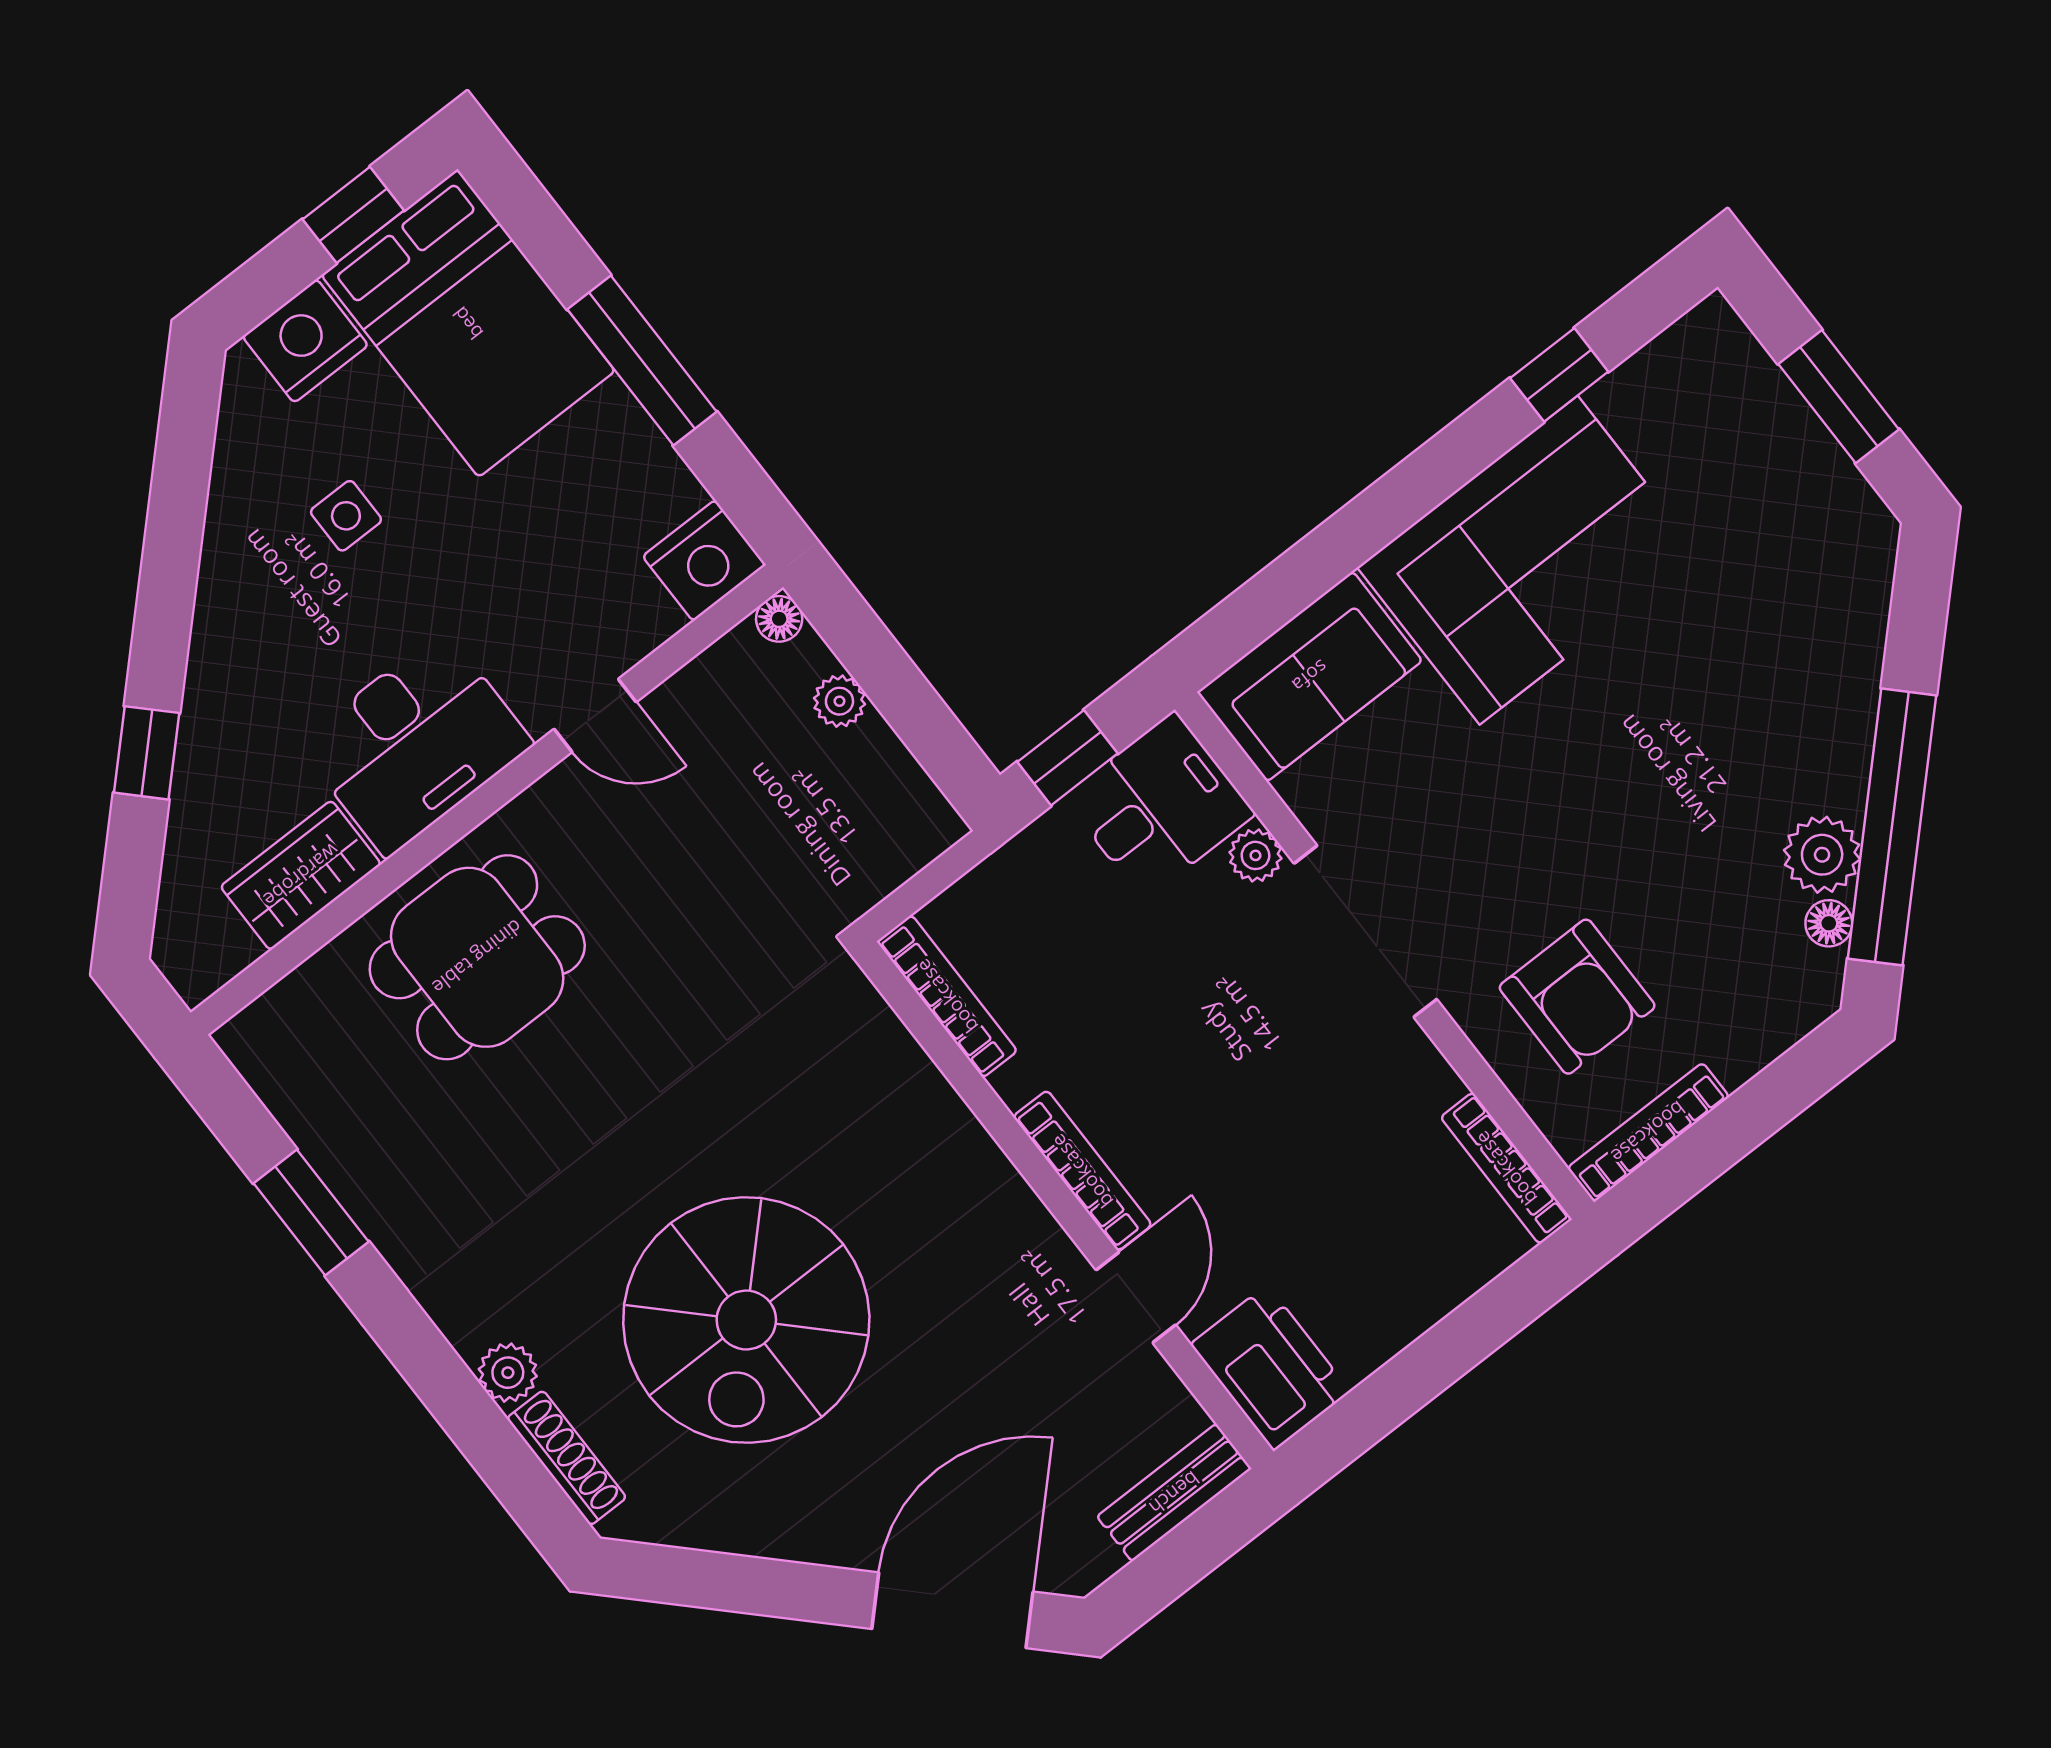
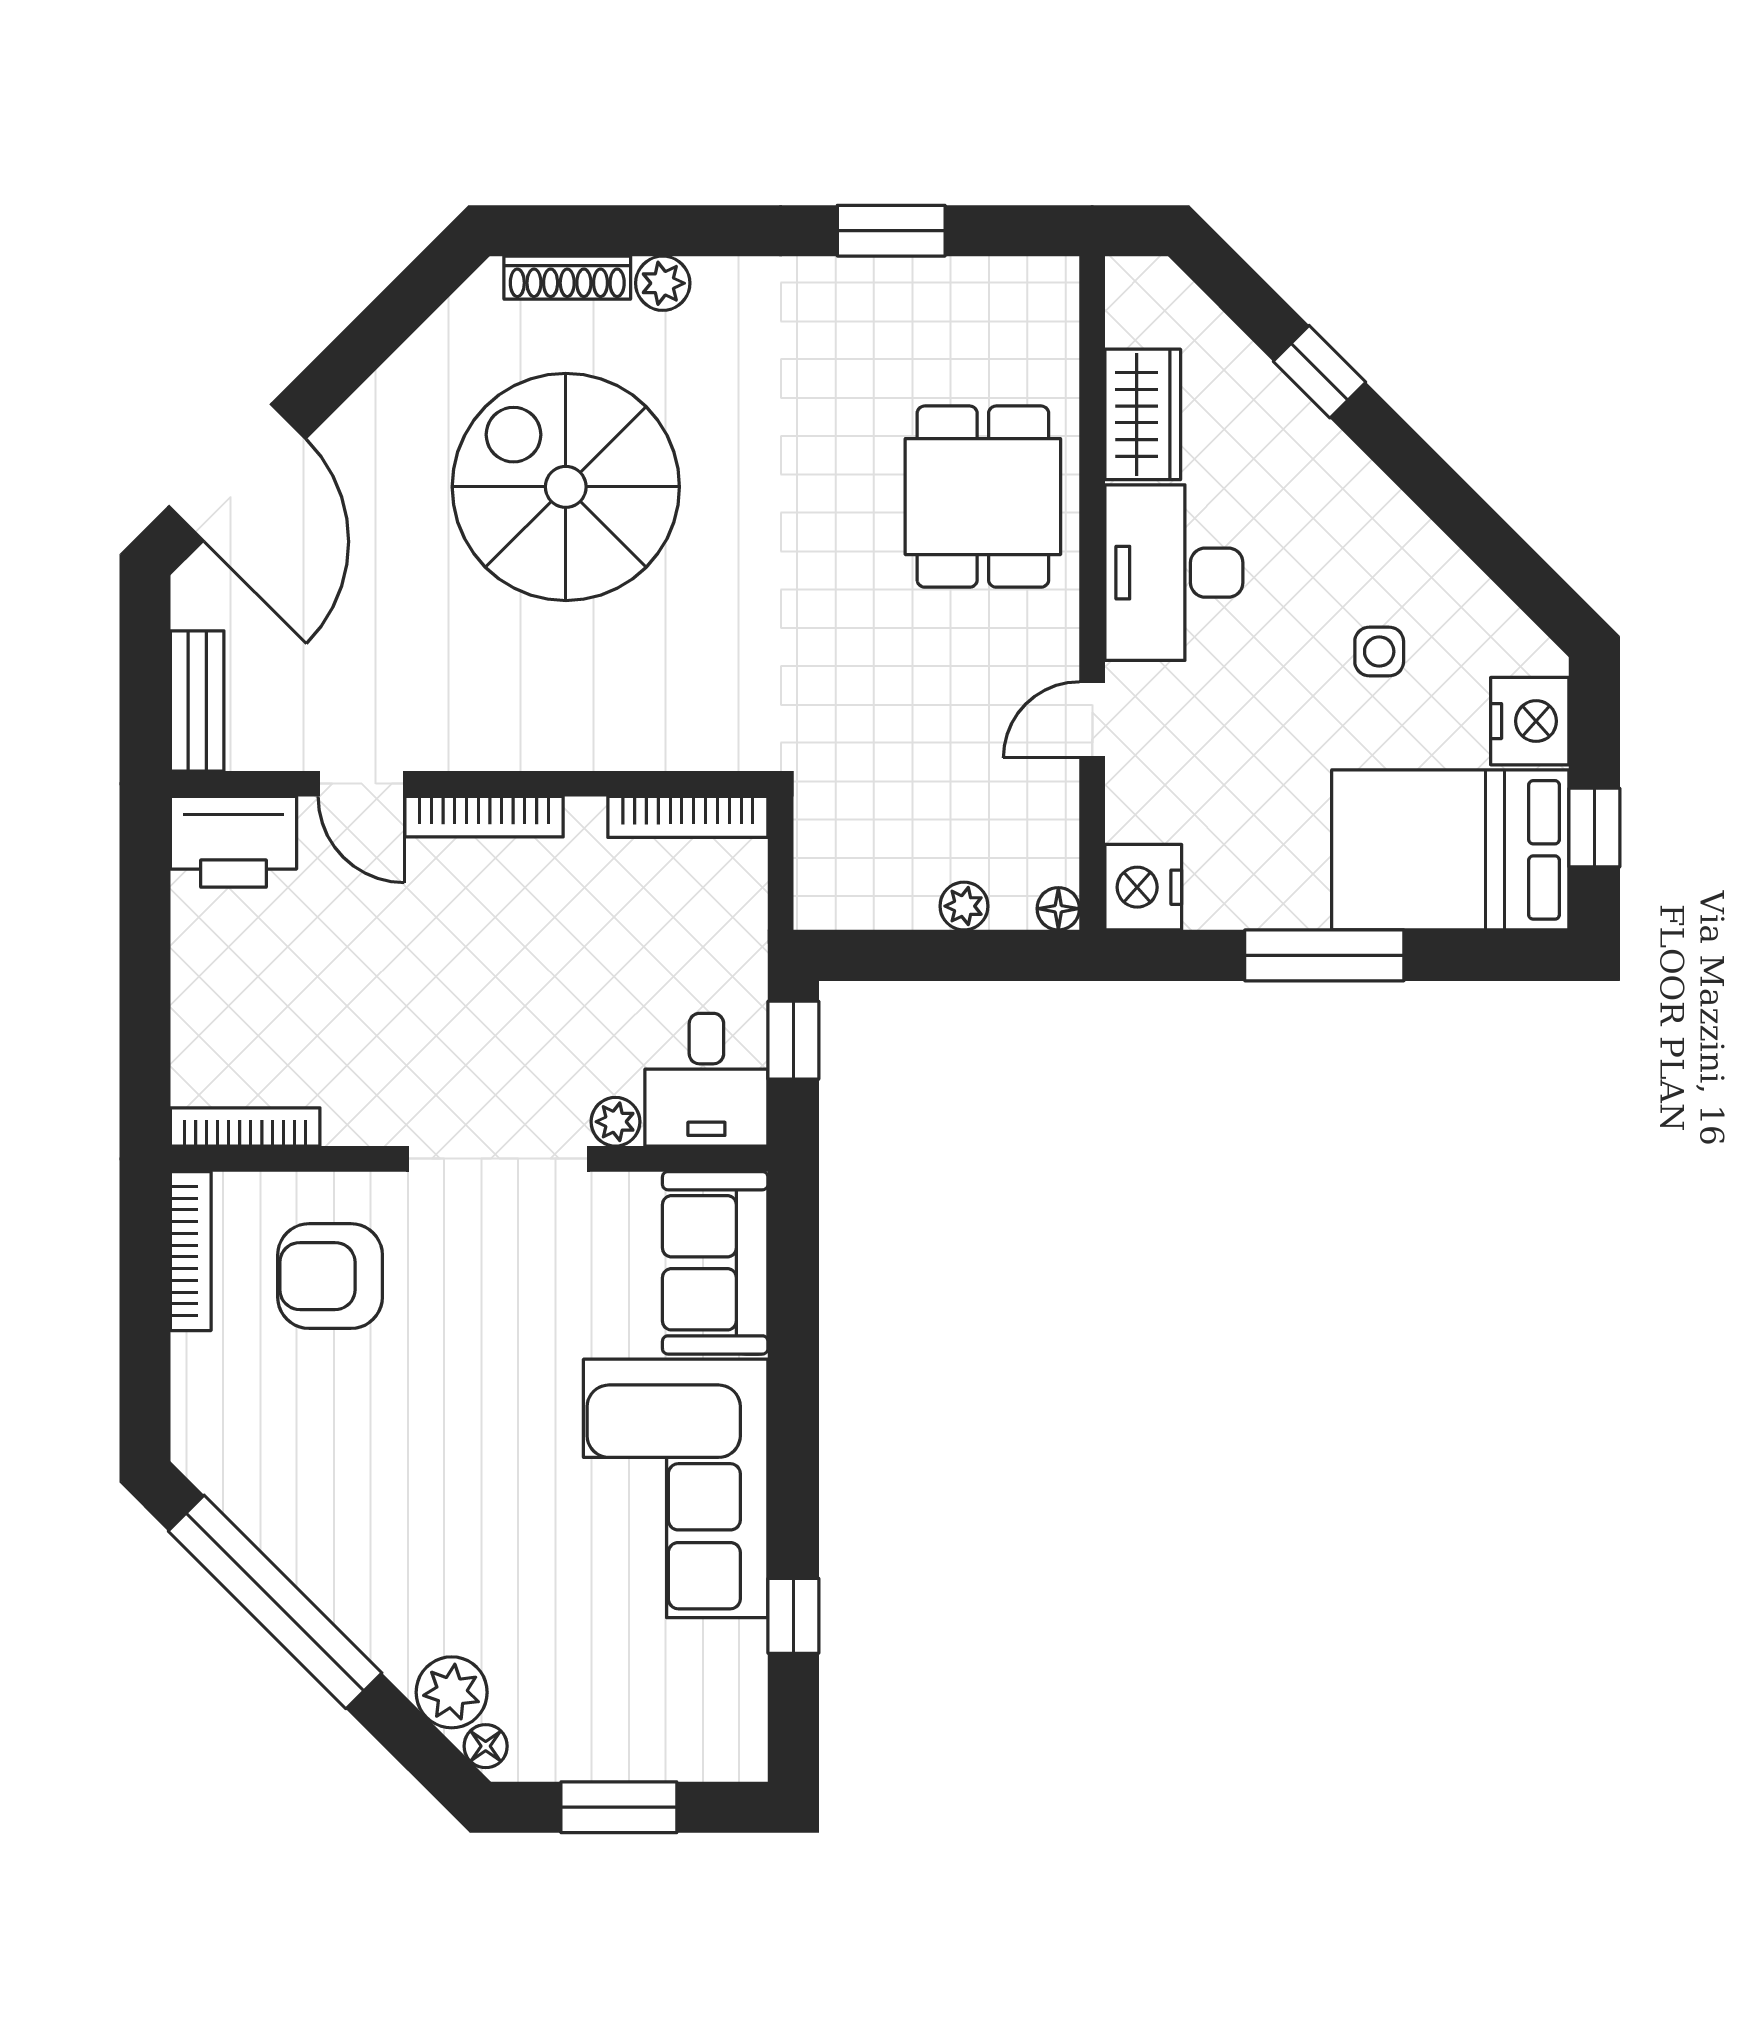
plant: (1822, 855) -> (452, 1692), moved
floor lamp: (1829, 923) -> (486, 1746), moved

